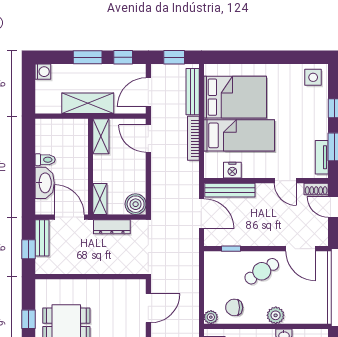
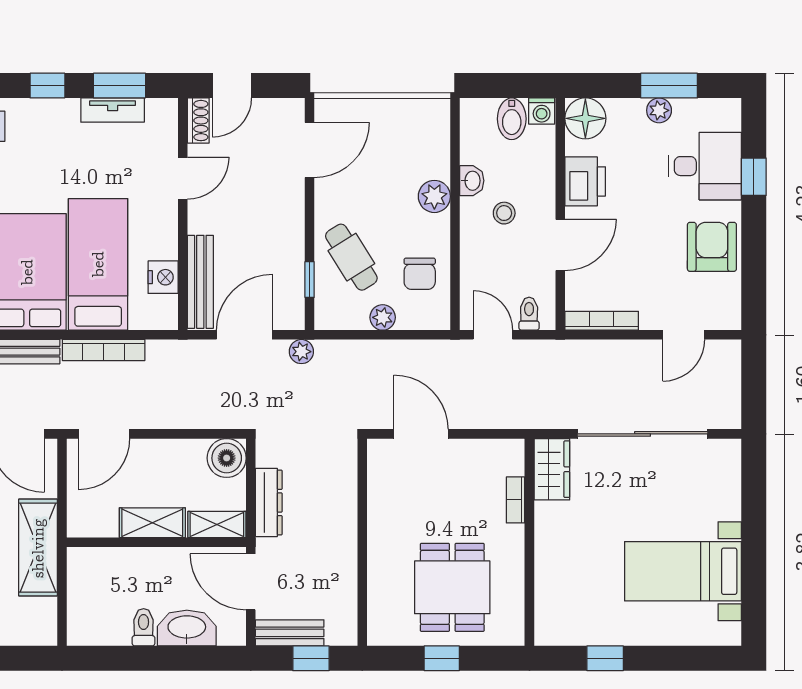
shelving: (101, 136) -> (152, 523), moved
tv unit: (322, 157) -> (113, 110), moved
door: (69, 217) -> (251, 582), hinge flipped
plant: (193, 244) -> (301, 352), added
cafe table: (262, 271) -> (351, 257), moved
plant: (211, 317) -> (383, 317), moved

